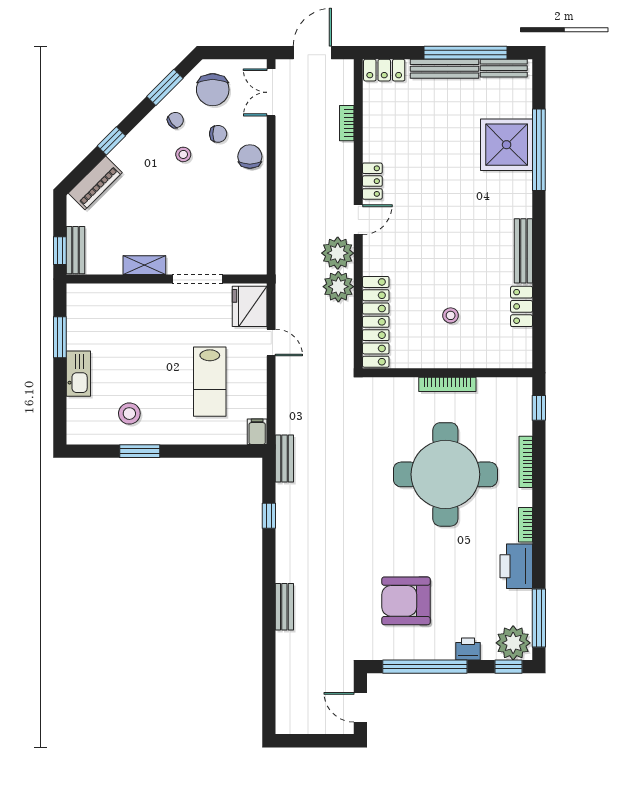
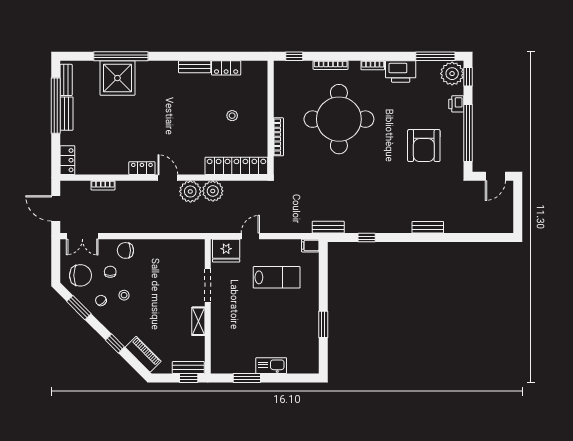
bench: (445, 69) -> (66, 114), width x0.73
bench: (523, 251) -> (195, 67), width x0.73
bookcase: (447, 384) -> (278, 137), moved
stool: (129, 414) -> (298, 331), removed

